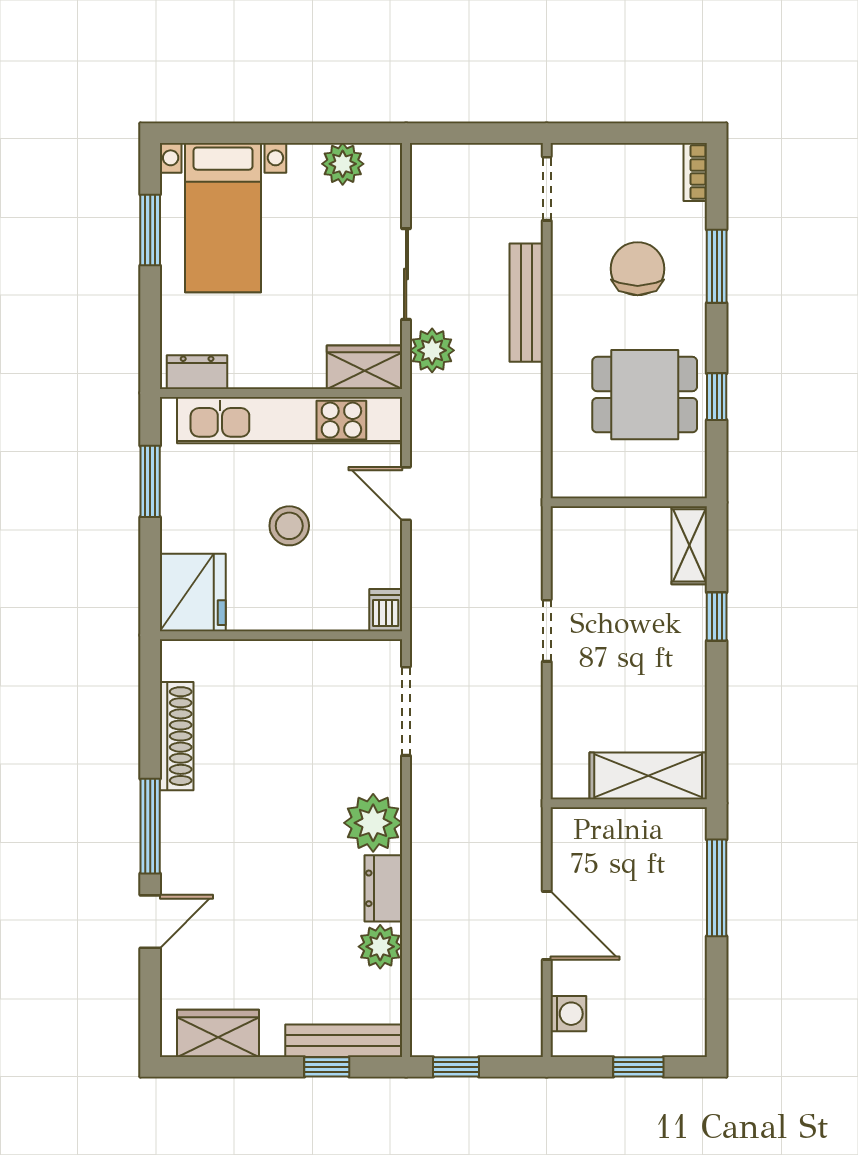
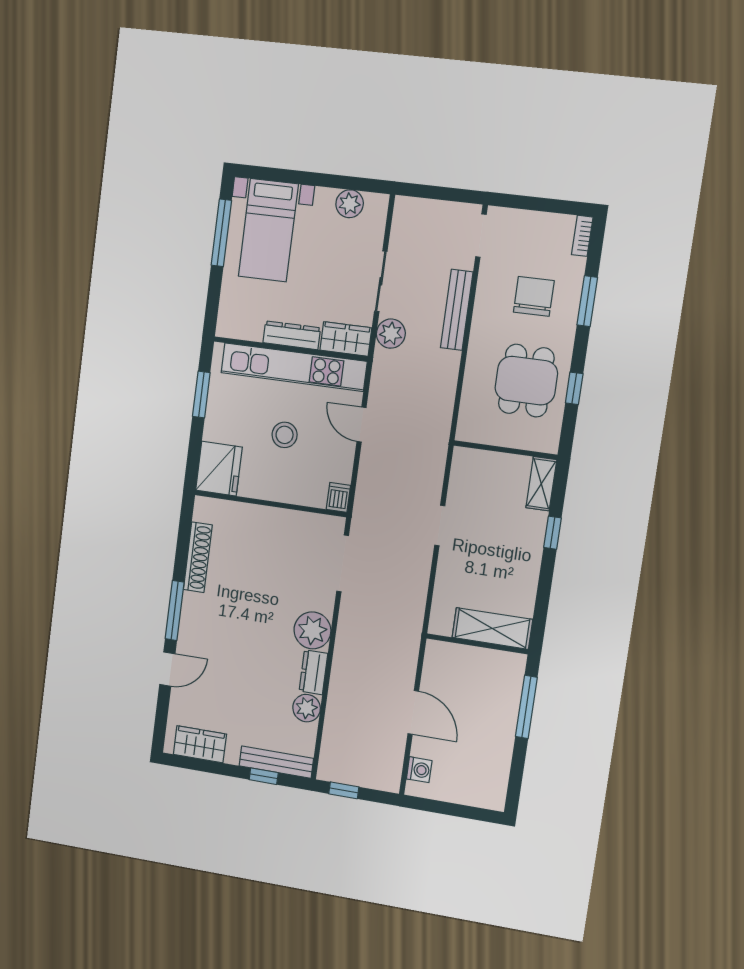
window: (150, 230) -> (221, 233), width x1.44
dresser: (197, 372) -> (292, 335), moved, width x1.44
dining table: (645, 395) -> (526, 381), turned 90
window: (638, 1067) -> (459, 811), removed

